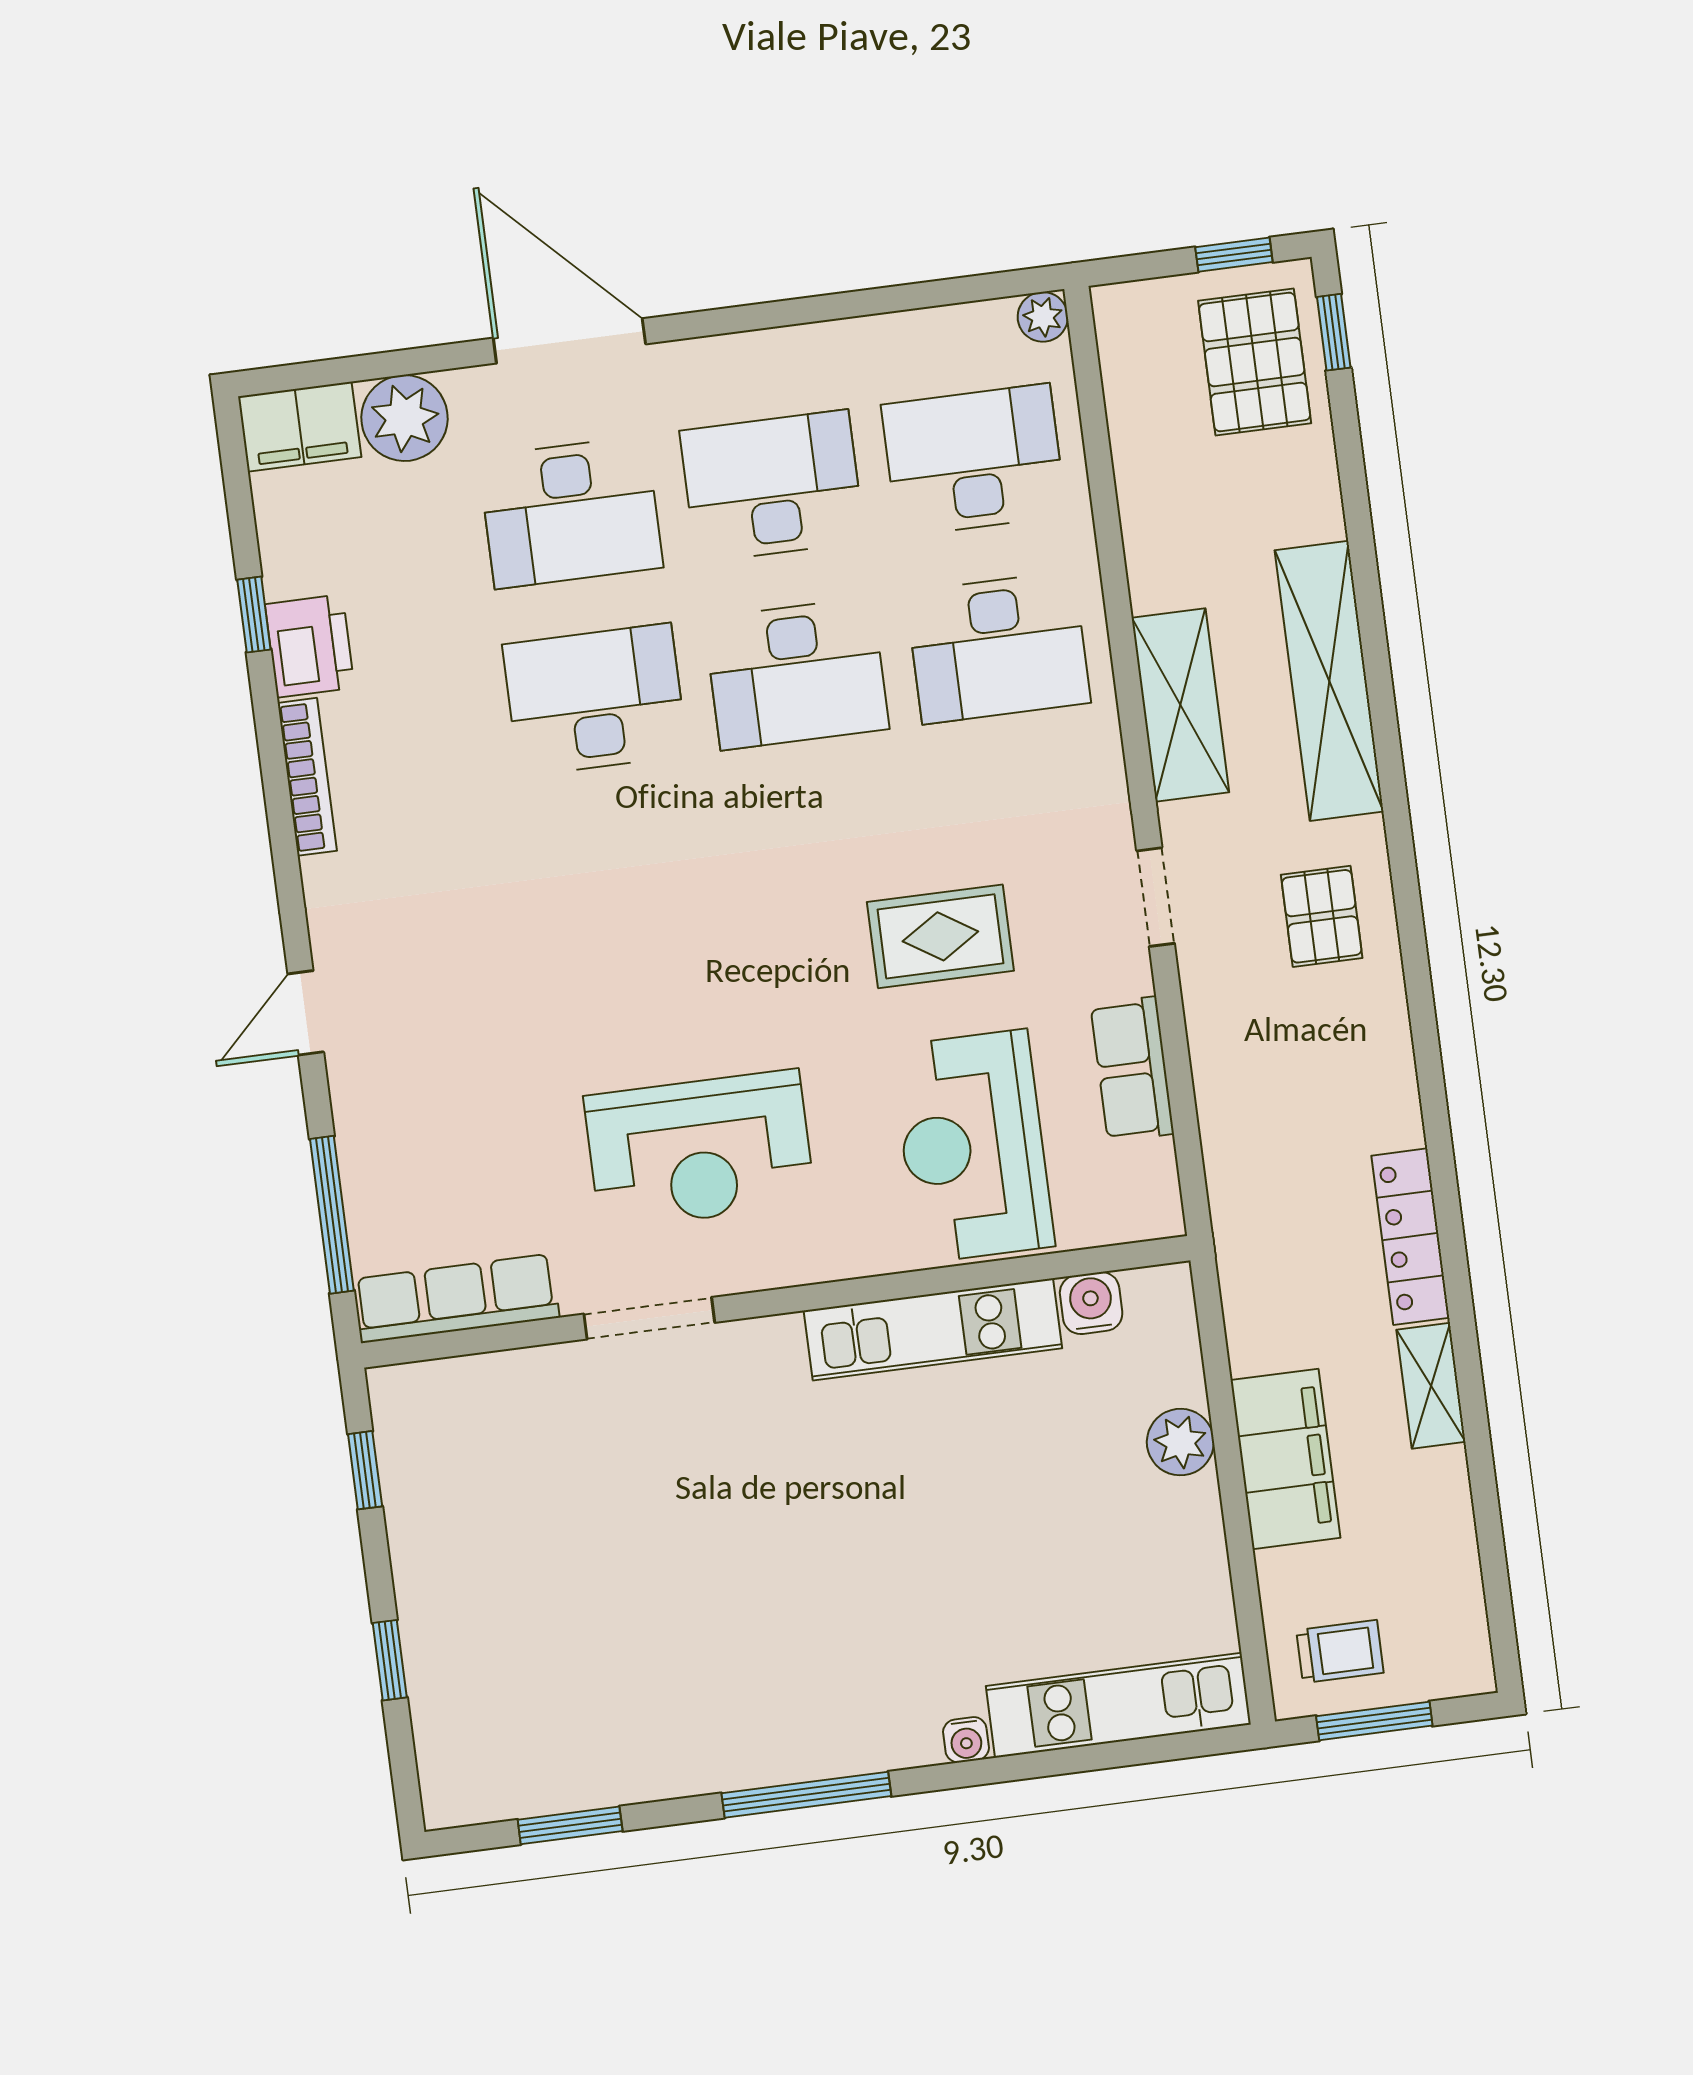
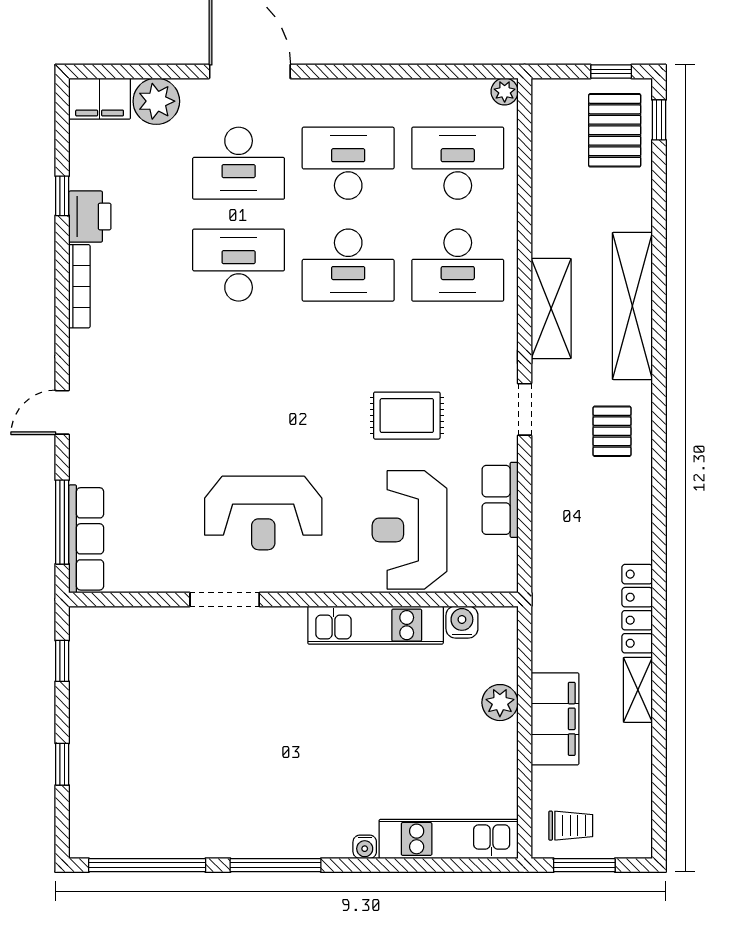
row of seats: (456, 1298) -> (86, 539), moved, turned 90
window: (570, 1825) -> (147, 865), width x2.11

